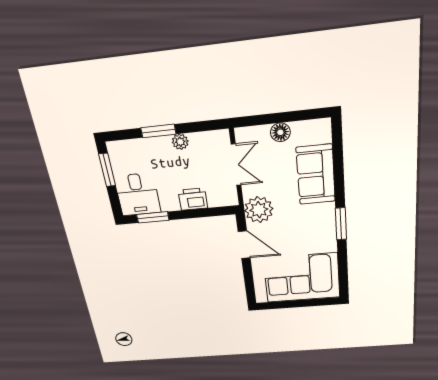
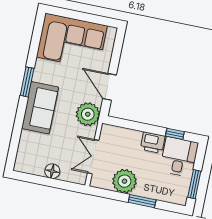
plant: (180, 142) -> (124, 181), width x1.87, depth x1.87
sofa: (316, 175) -> (40, 108), moved
printer: (193, 199) -> (153, 143), moved
window: (153, 217) -> (175, 134), width x0.67

